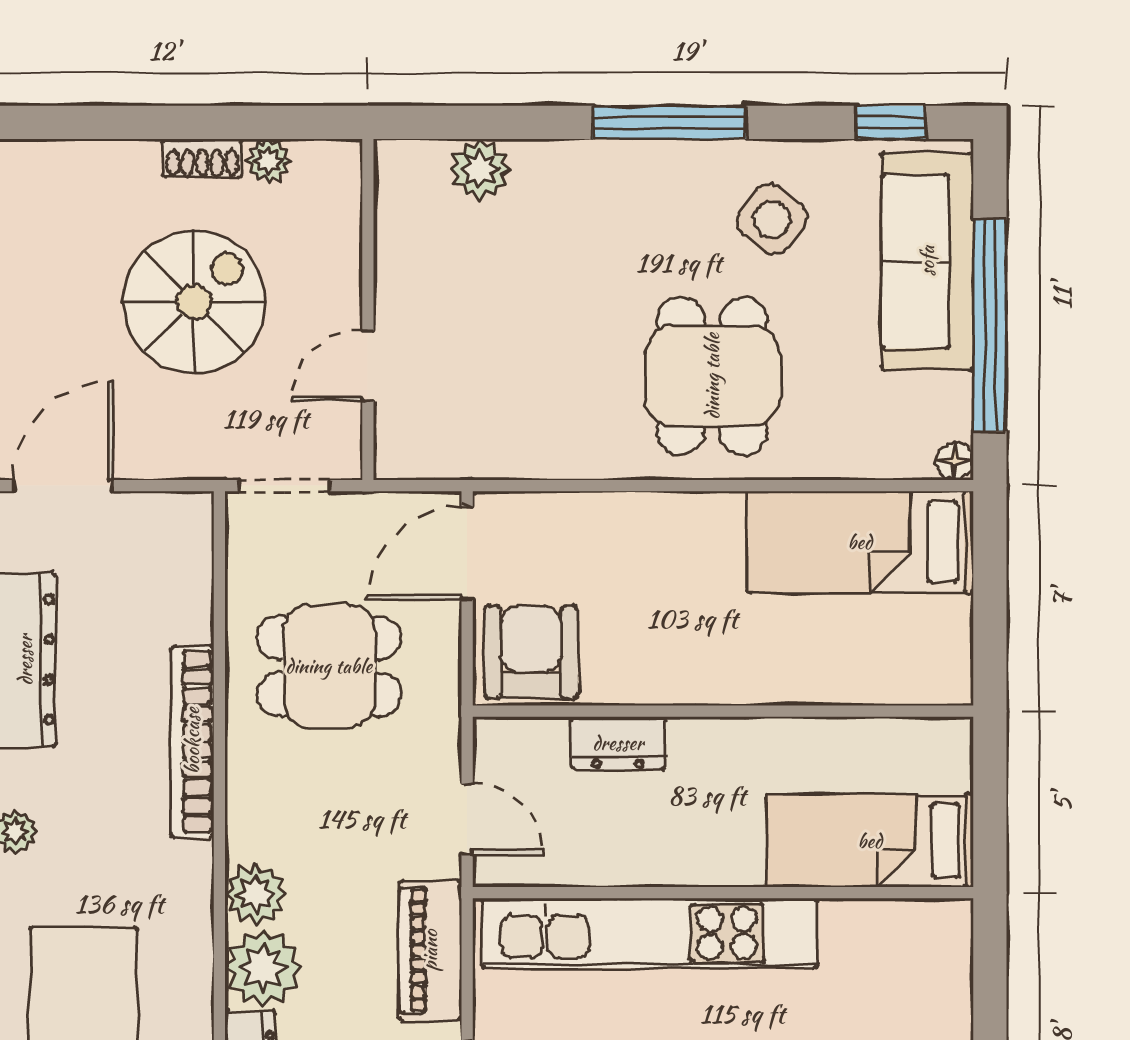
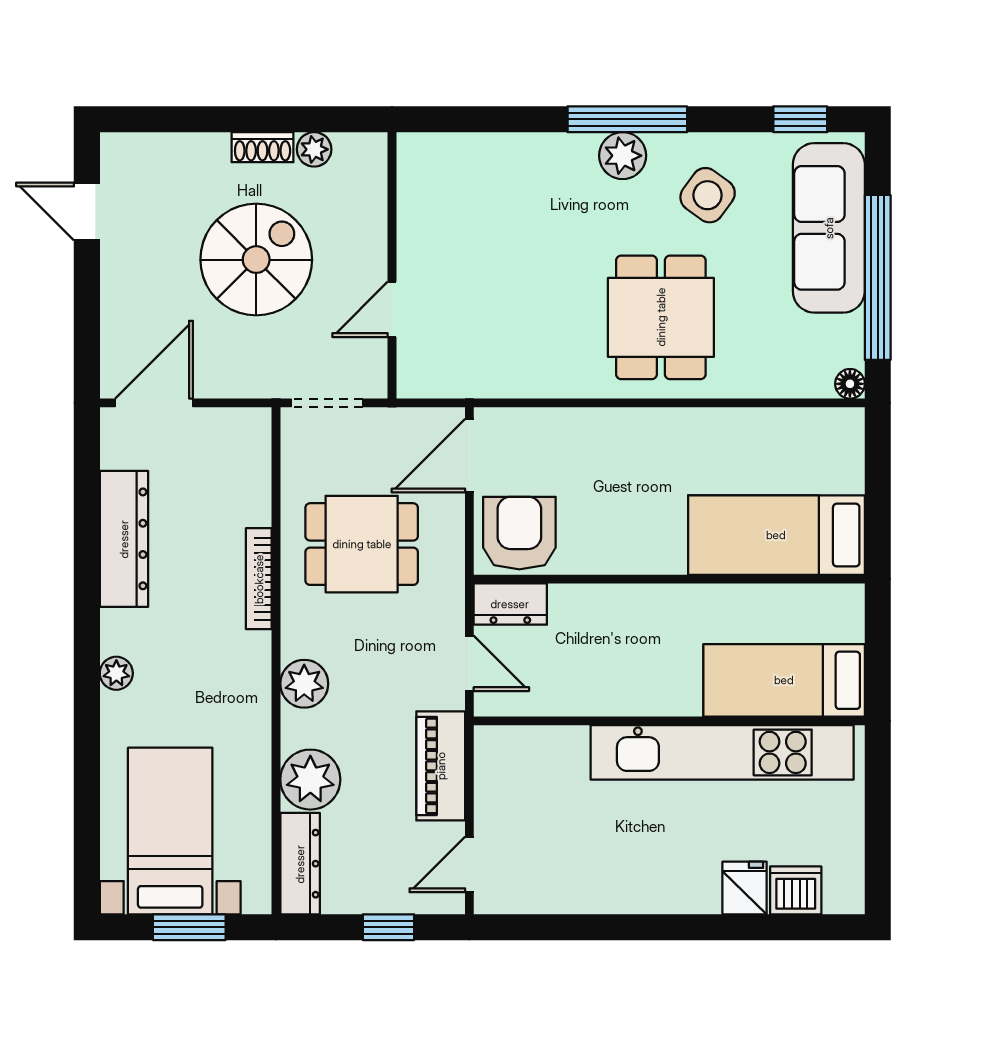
plant: (480, 169) -> (623, 156), moved
bed: (860, 542) -> (776, 535), moved
bookcase: (192, 741) -> (259, 579), width x0.68, depth x0.76
dresser: (618, 743) -> (510, 604), moved
plant: (256, 894) -> (304, 684), moved
kitchen unit: (649, 933) -> (722, 752), moved

